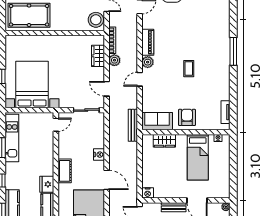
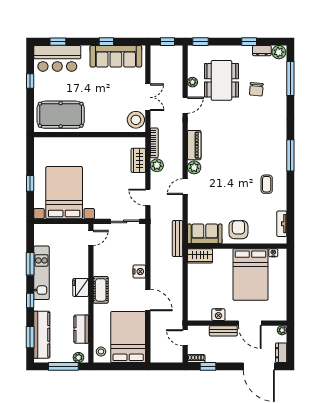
coffee table: (189, 69) -> (267, 184), moved
kitchen unit: (12, 138) -> (41, 273), moved
wardrobe: (164, 141) -> (200, 256), moved
bed: (198, 157) -> (250, 275), width x1.50
fridge: (47, 184) -> (81, 287), moved
nightstand: (148, 193) -> (218, 315), moved

